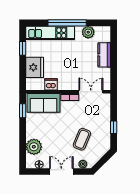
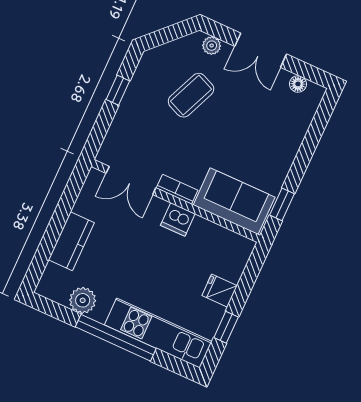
fridge: (35, 67) -> (220, 291), width x0.53, depth x0.75
dishwasher: (51, 84) -> (178, 219), moved
plant: (34, 147) -> (292, 124), removed

